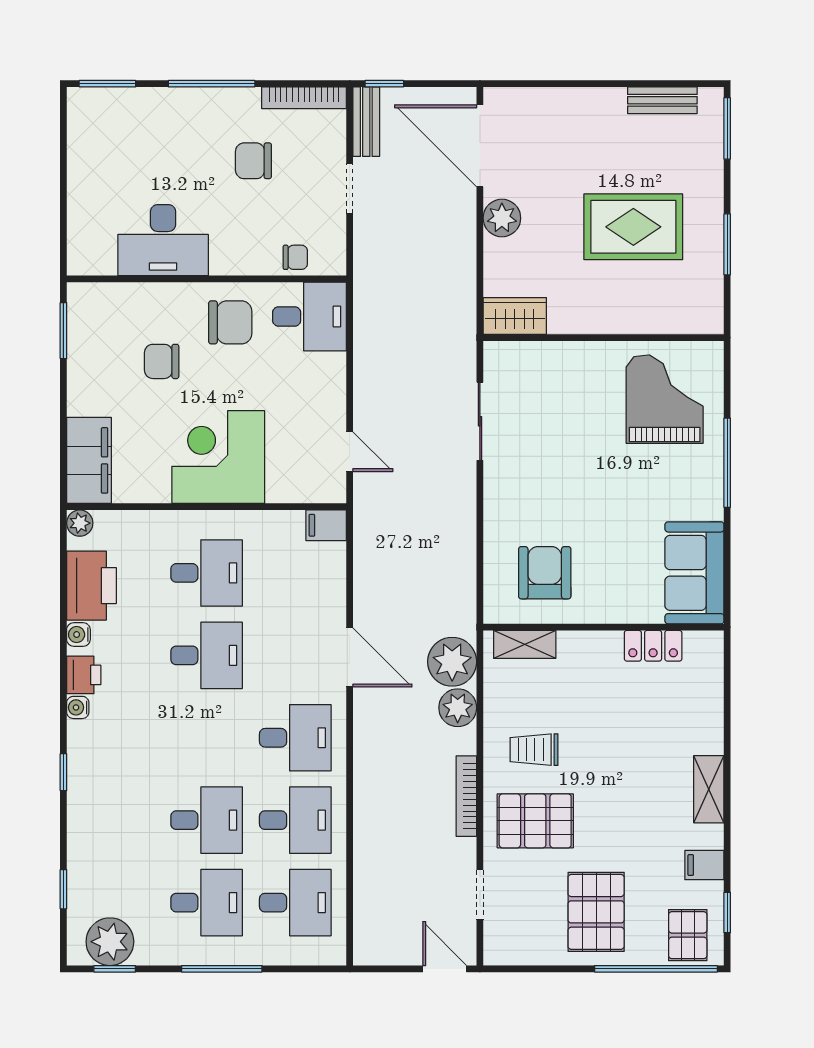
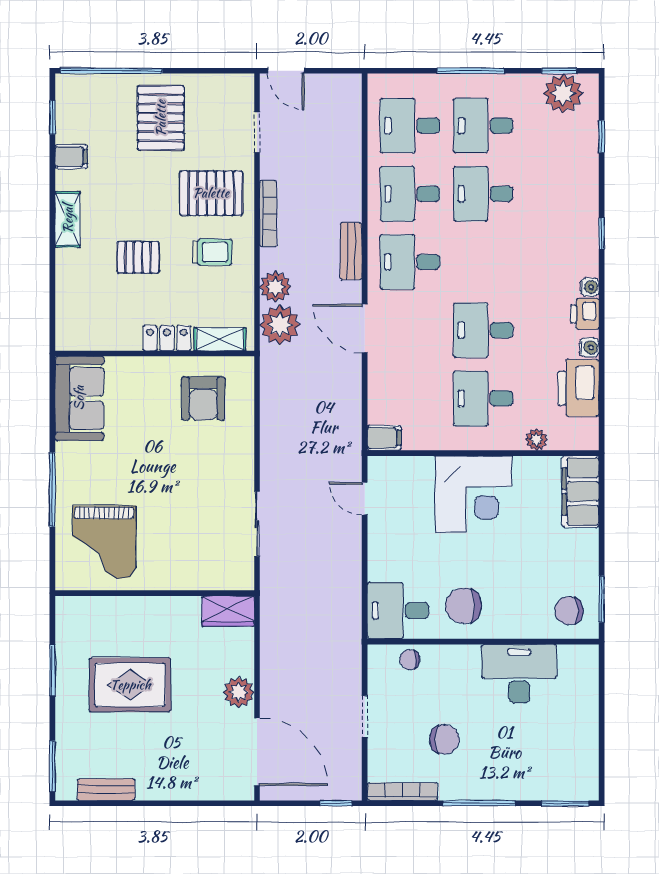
bench: (366, 122) -> (351, 251), moved
chair: (162, 361) -> (569, 611), moved, turned 180
plant: (80, 523) -> (536, 440), moved
locker: (653, 646) -> (167, 338), moved
pallet: (688, 935) -> (138, 257), moved, turned 90

